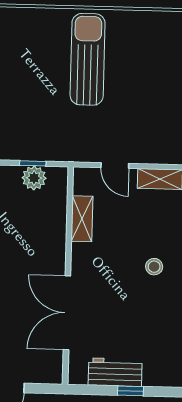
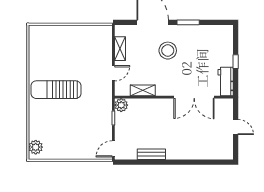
plant: (34, 178) -> (121, 105), moved
stool: (154, 267) -> (168, 51), width x1.89, depth x1.89
workbench: (115, 372) -> (226, 82), moved

